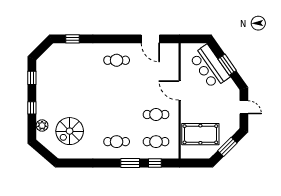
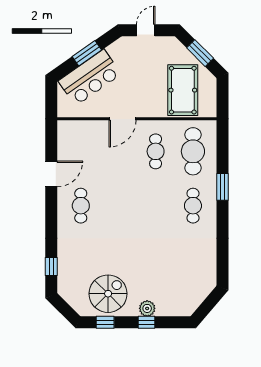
door: (150, 39) -> (51, 174), moved
plant: (42, 126) -> (147, 308), moved
spiral stairs: (70, 131) -> (108, 294), moved, turned -90
cafe table: (156, 142) -> (193, 151), width x1.37, depth x1.35
window: (155, 163) -> (222, 153), removed

